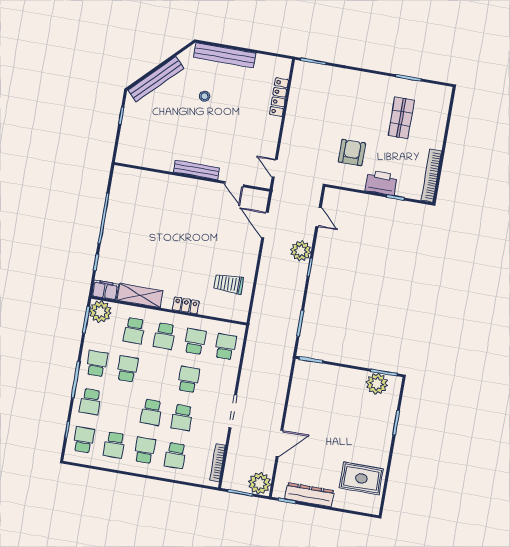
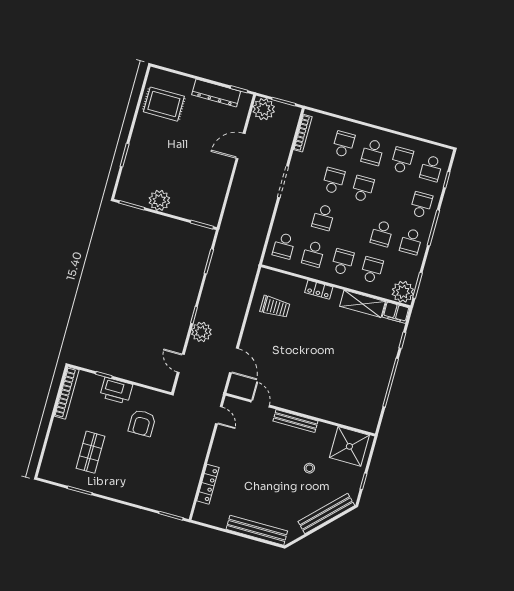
stool: (204, 96) -> (309, 468), moved
shower: (139, 149) -> (349, 446), added
plant: (377, 384) -> (159, 200), moved

